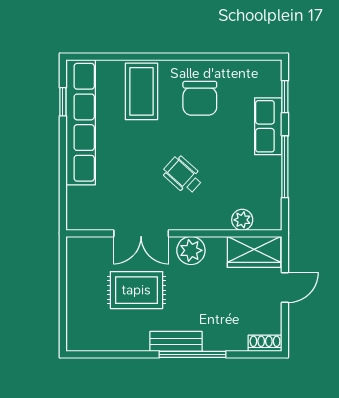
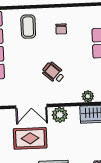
coffee table: (141, 91) -> (28, 27), width x0.73, depth x0.77
chair: (200, 98) -> (61, 29), width x0.54, depth x0.54

